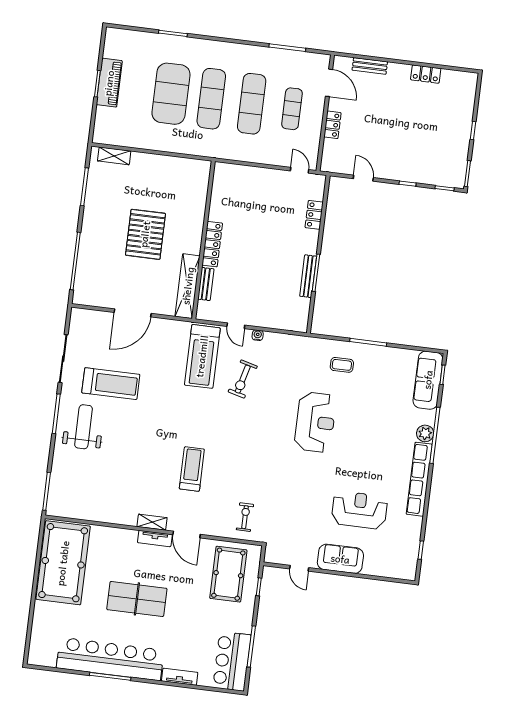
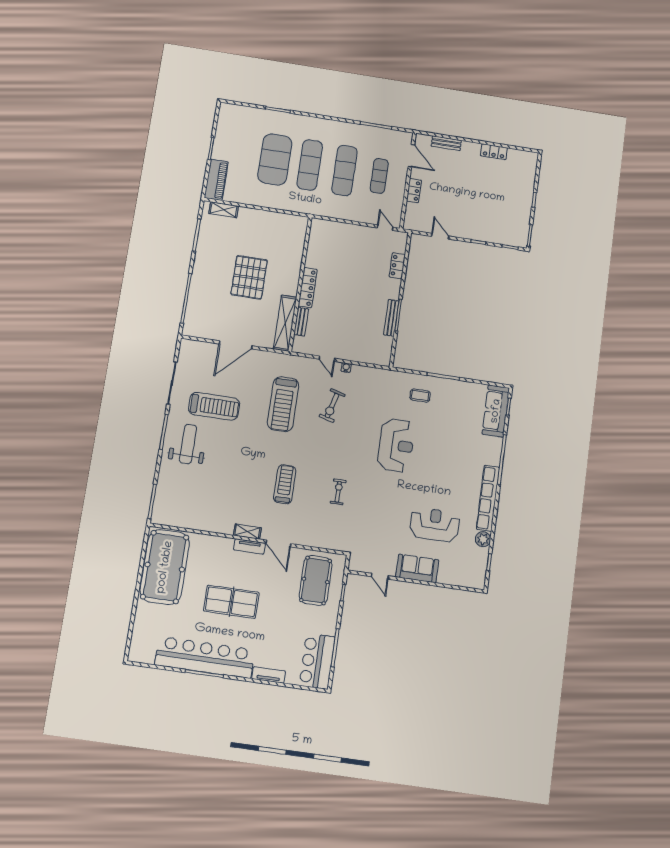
piano: (109, 83) -> (216, 180), moved
treadmill: (202, 356) -> (283, 404), moved
plant: (425, 433) -> (483, 539), moved
exercise bike: (245, 517) -> (338, 492), moved

